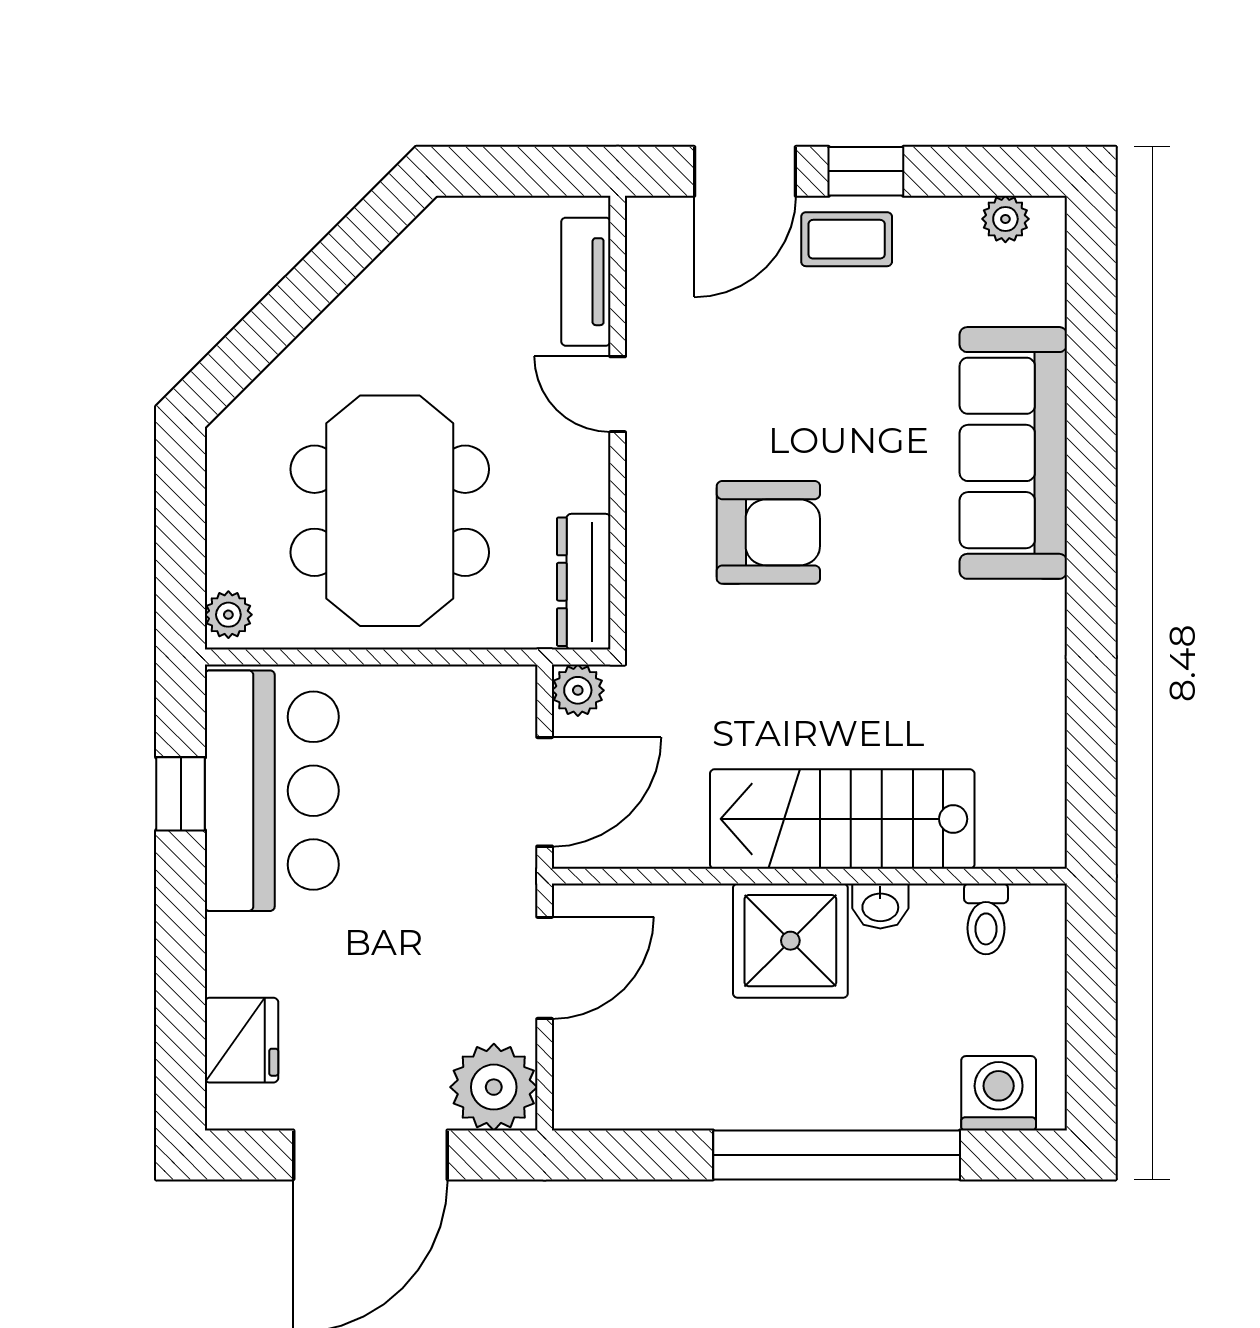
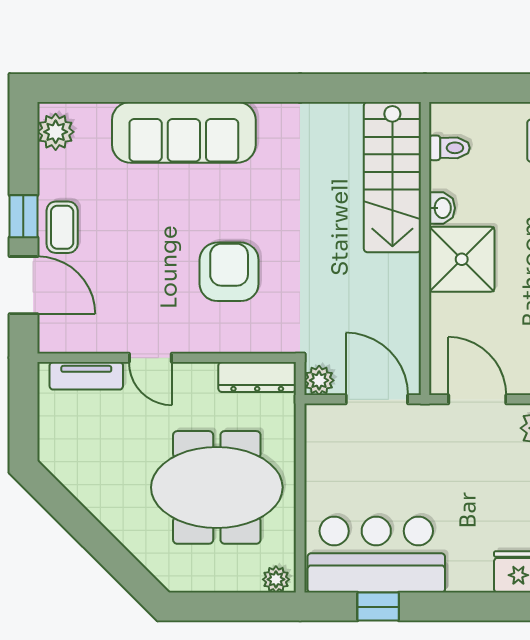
plant: (1005, 219) -> (56, 132), width x1.38, depth x1.38
door: (618, 394) -> (150, 358), hinge flipped
stairs: (842, 819) -> (392, 177), moved

